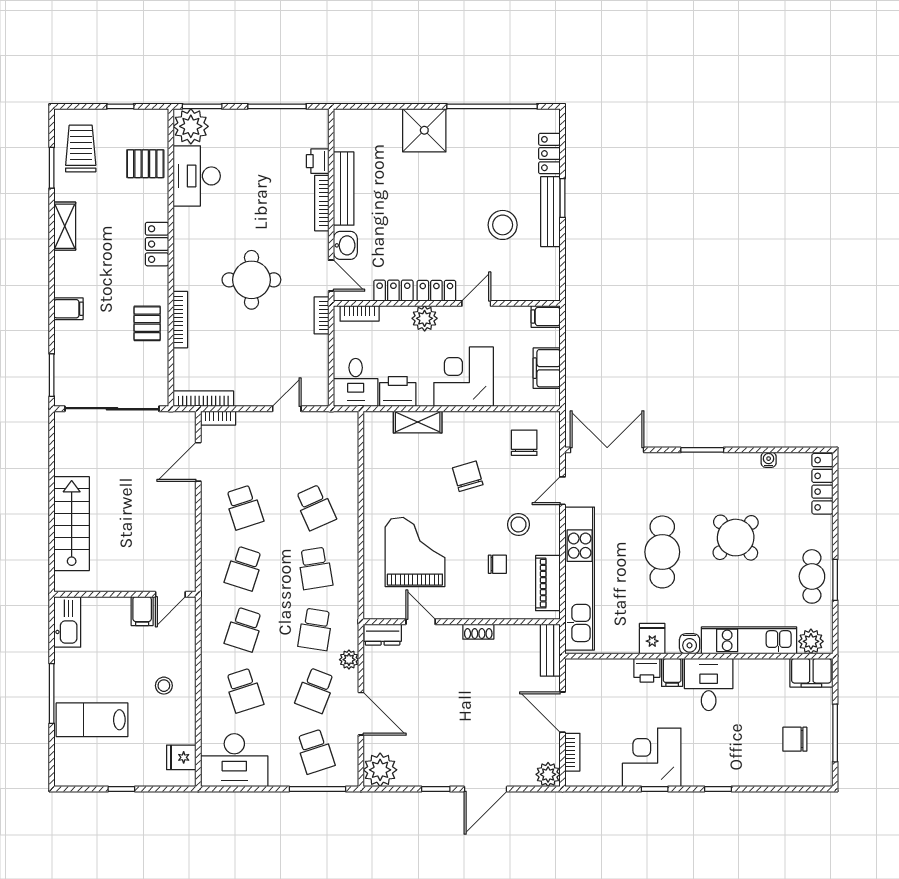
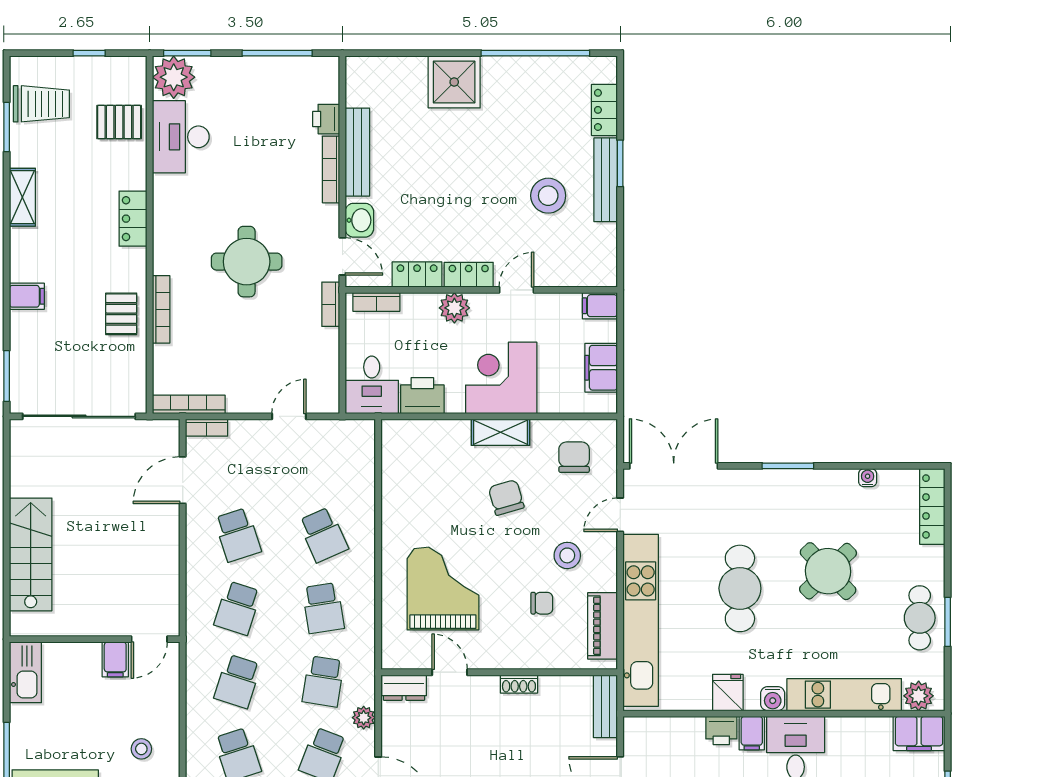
trolley: (81, 148) -> (41, 104), turned 90
shelving: (418, 422) -> (500, 432), moved

